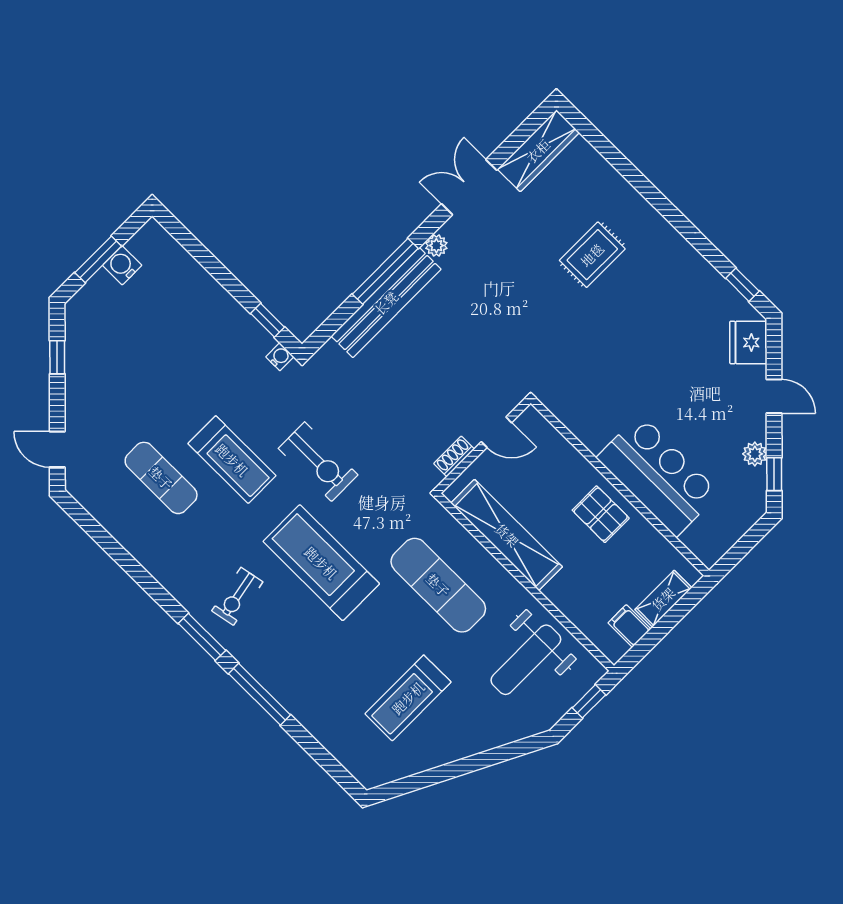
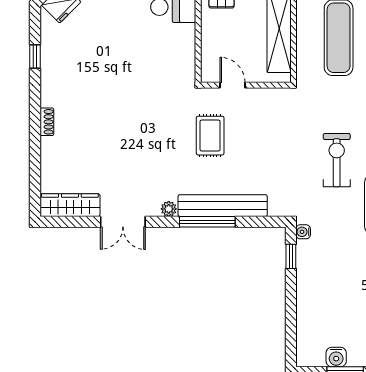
rug: (592, 255) -> (210, 136), moved, turned 90
window: (742, 285) -> (35, 56), moved
shoe rack: (454, 456) -> (47, 122), moved, turned -90

